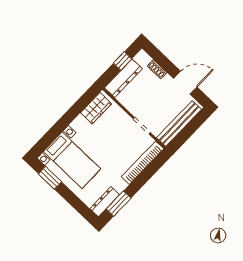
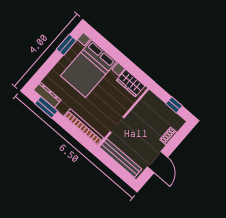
dresser: (123, 78) -> (159, 106), removed
bed with nightstands: (72, 160) -> (89, 69), width x1.36

